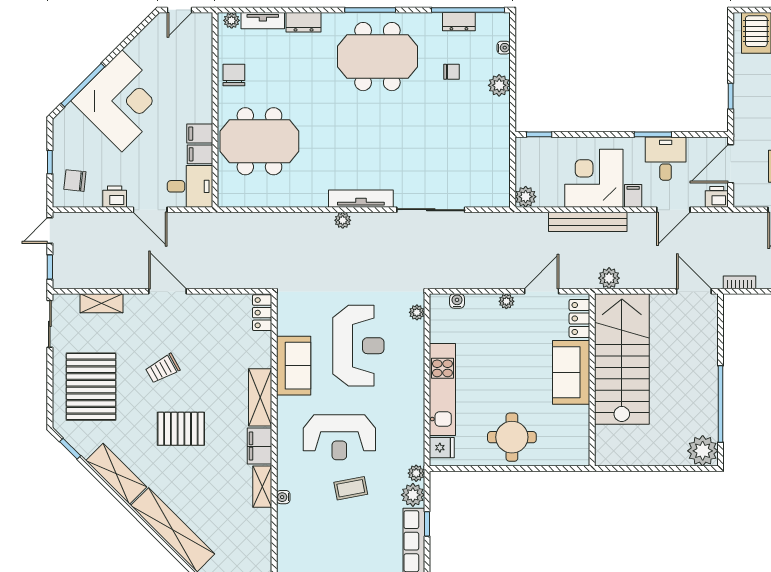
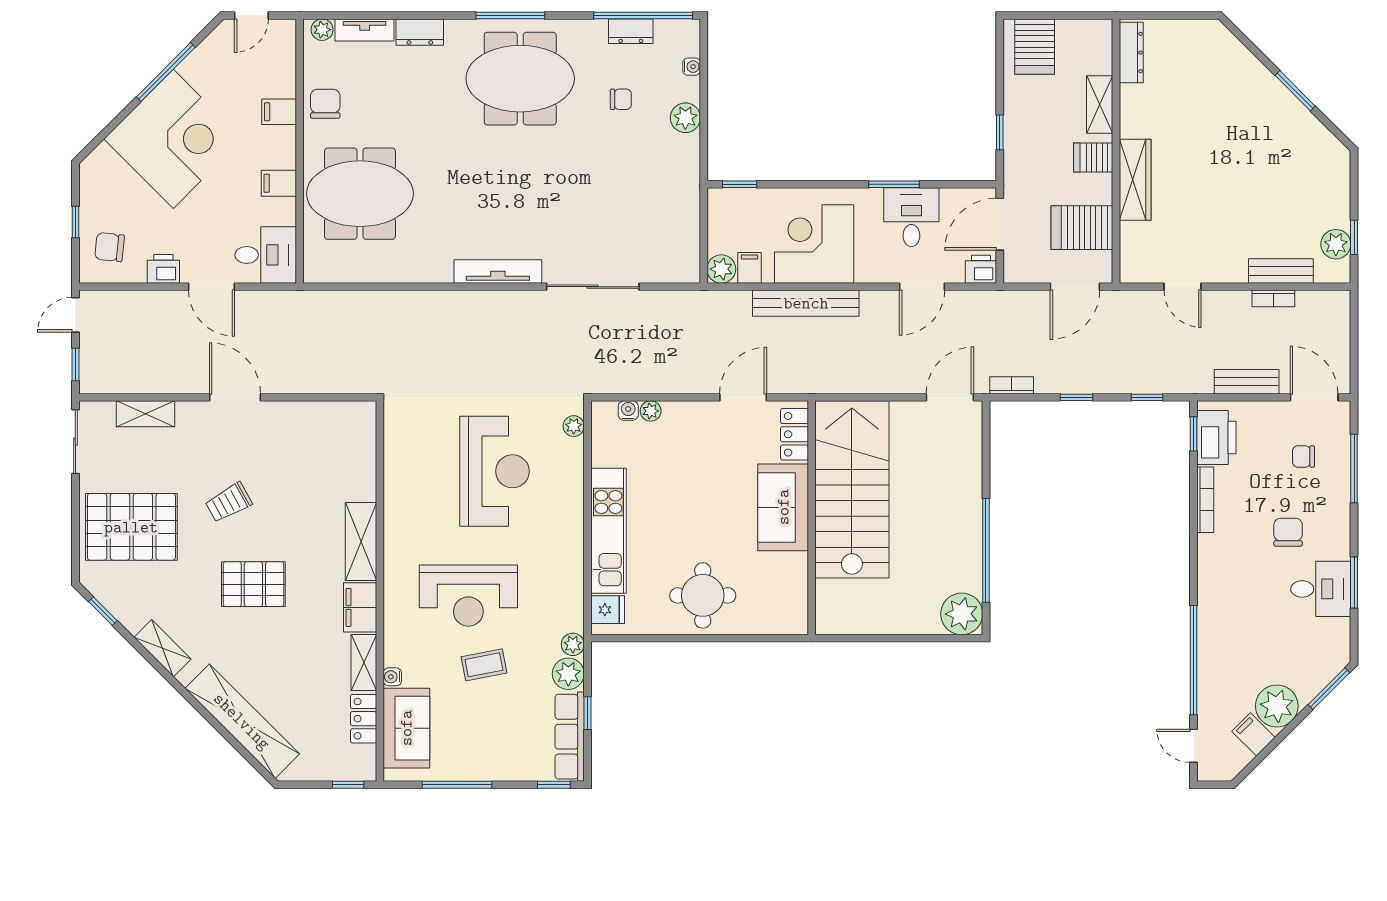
window: (83, 85) -> (166, 72), moved
filing cabinet: (200, 154) -> (279, 112), moved
filing cabinet: (633, 196) -> (749, 268), moved
plant: (343, 220) -> (473, 301), removed
plant: (609, 278) -> (835, 380), removed
door: (694, 291) -> (950, 397), hinge flipped
plant: (506, 301) -> (651, 411), moved
locker: (262, 313) -> (364, 719), moved
sofa: (294, 366) -> (406, 728), moved
pallet: (91, 387) -> (131, 527), turned 90
shelving: (116, 474) -> (162, 648), width x0.67, depth x0.75

